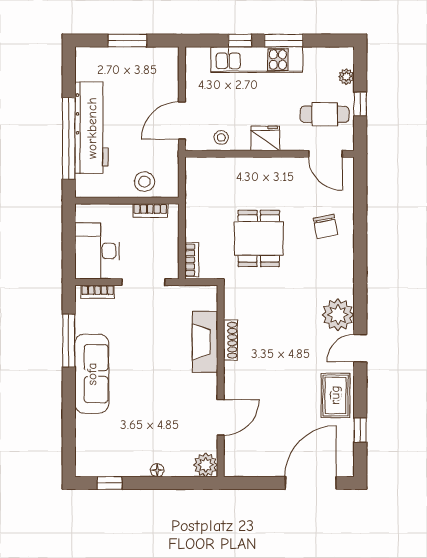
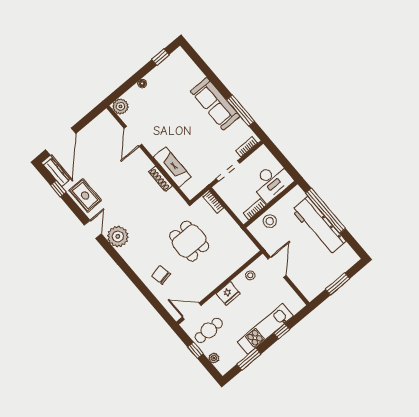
window: (284, 41) -> (249, 359), moved
desk: (97, 251) -> (272, 182), moved, turned 90
dresser: (345, 451) -> (57, 172), added

